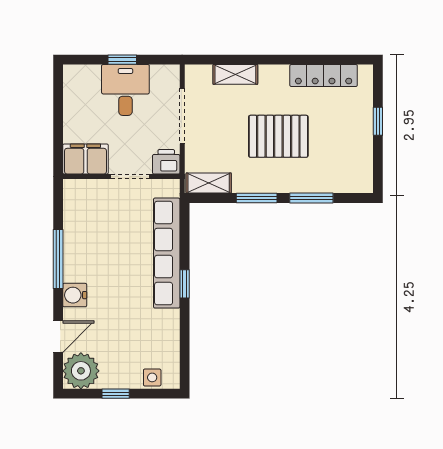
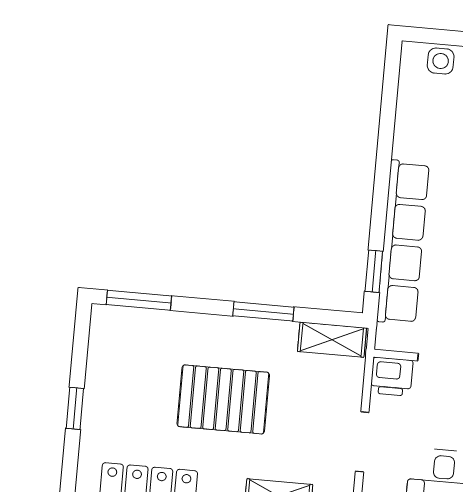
doorway: (182, 116) -> (362, 442), width x0.73
window: (311, 198) -> (139, 300), moved
window: (185, 284) -> (374, 271), moved

